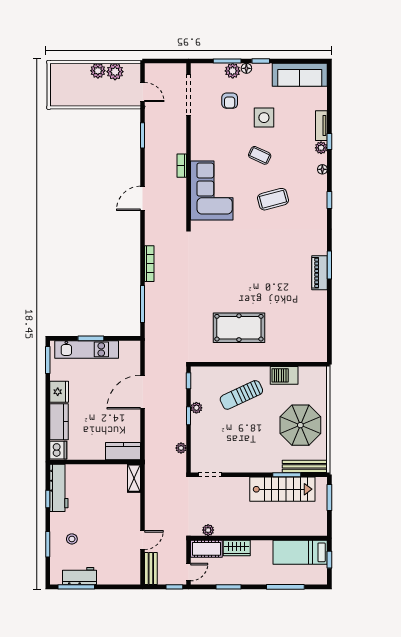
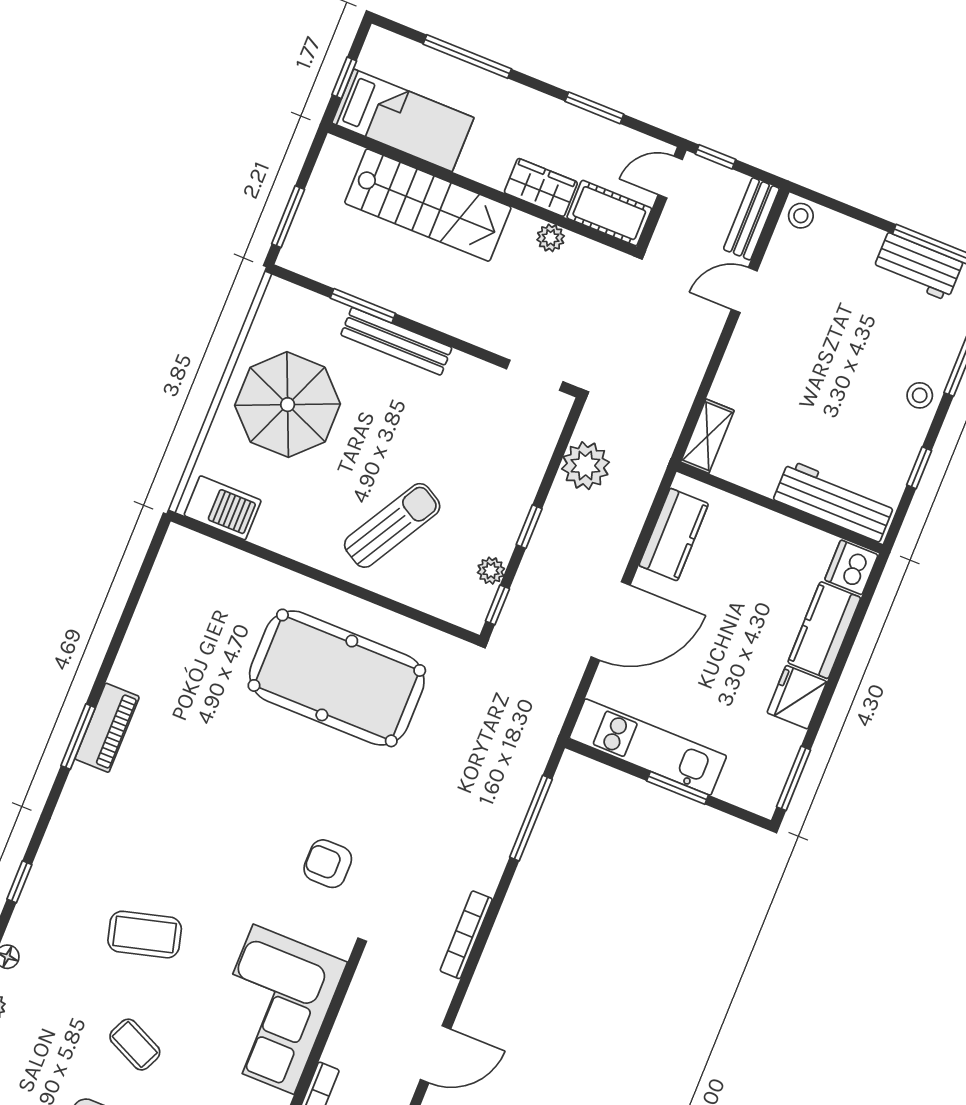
armchair: (214, 255) -> (328, 864), added
bookcase: (149, 264) -> (466, 935), moved
pool table: (239, 328) -> (337, 678), width x1.36, depth x1.32
kitchen unit: (87, 349) -> (648, 747), moved
barbecue: (284, 375) -> (223, 508), moved
sun lounger: (241, 395) -> (392, 525), turned -35
plant: (196, 408) -> (491, 571), moved
plant: (181, 448) -> (585, 466), width x1.88, depth x1.88
kitchen counter: (123, 451) -> (674, 535), moved, turned -90
bench: (305, 466) -> (396, 341), moved
workbench: (59, 488) -> (834, 501), moved, turned 90
stairs: (282, 489) -> (428, 205), moved, turned 180
plant: (208, 530) -> (551, 238), moved
stool: (72, 539) -> (920, 395), moved
stool: (132, 577) -> (801, 216), added

